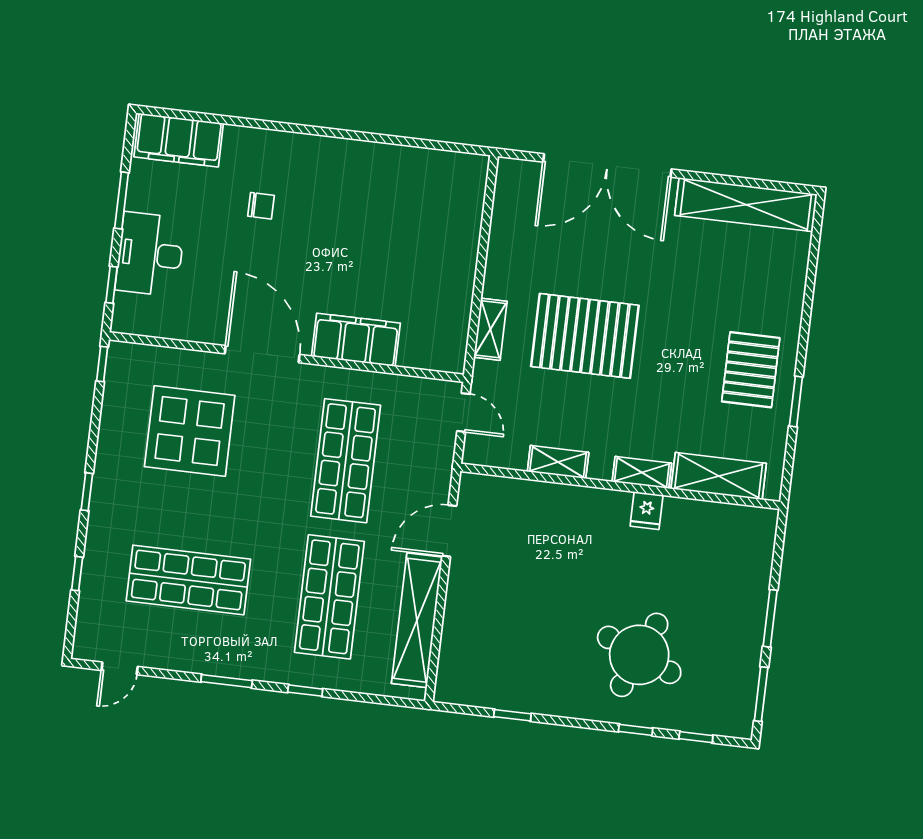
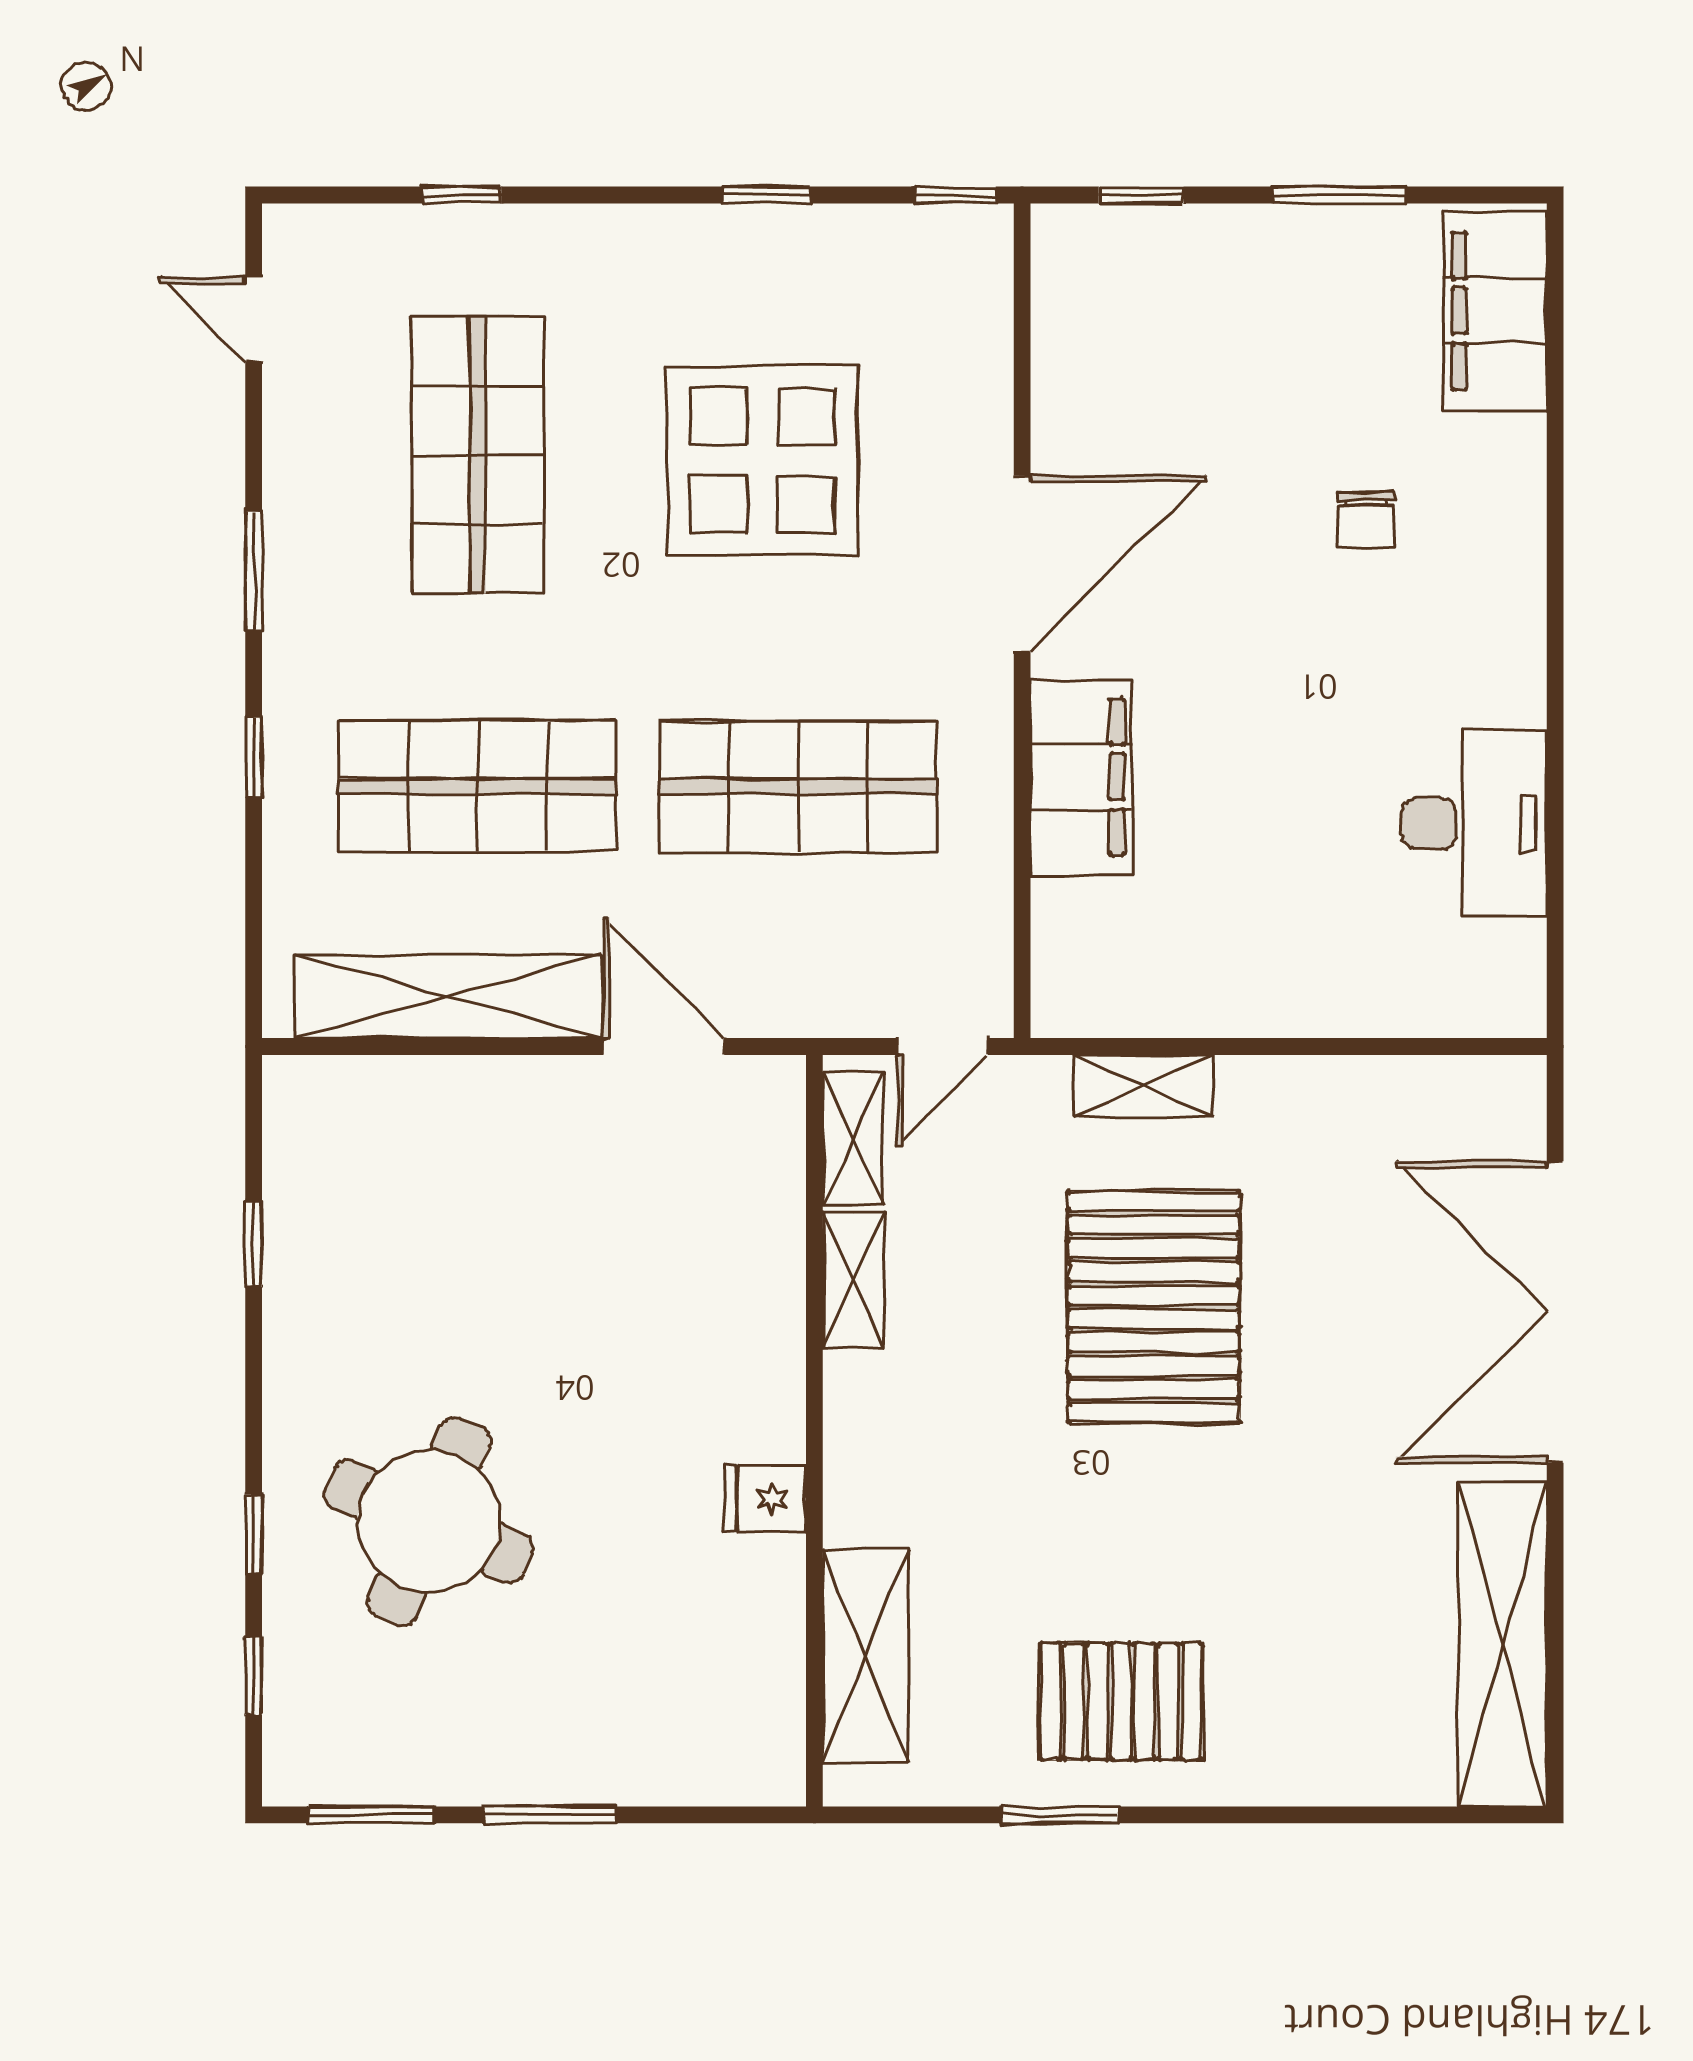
desk: (150, 254) -> (1474, 824), moved, turned 90
display table: (190, 431) -> (763, 461), moved
shelving: (642, 473) -> (853, 1139), moved
window: (87, 492) -> (767, 195), moved

